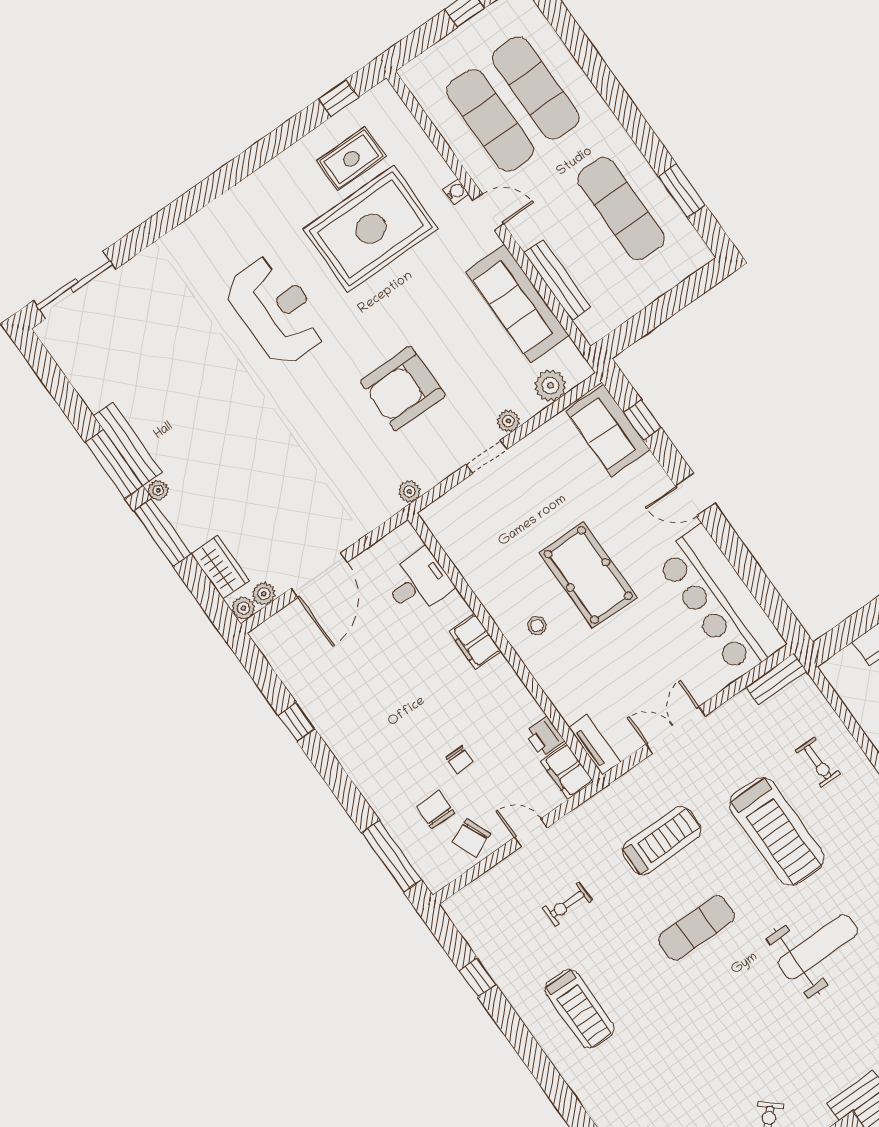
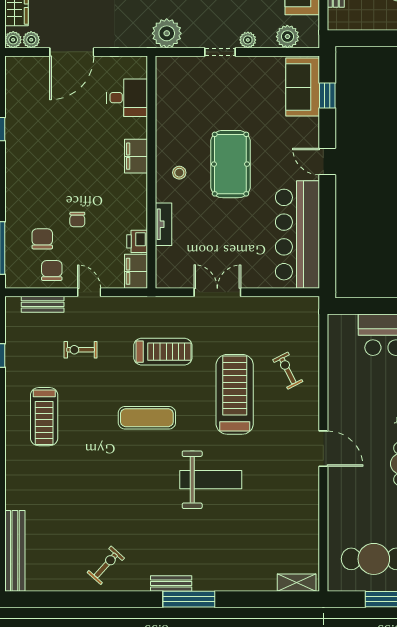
plant: (409, 492) -> (167, 33), width x1.87, depth x1.87
bench: (776, 679) -> (43, 304), moved
tv unit: (595, 745) -> (163, 224), moved
exercise bike: (818, 762) -> (288, 371), turned 153
treadmill: (777, 831) -> (235, 394), turned 180
chair: (471, 838) -> (52, 271), turned 113

